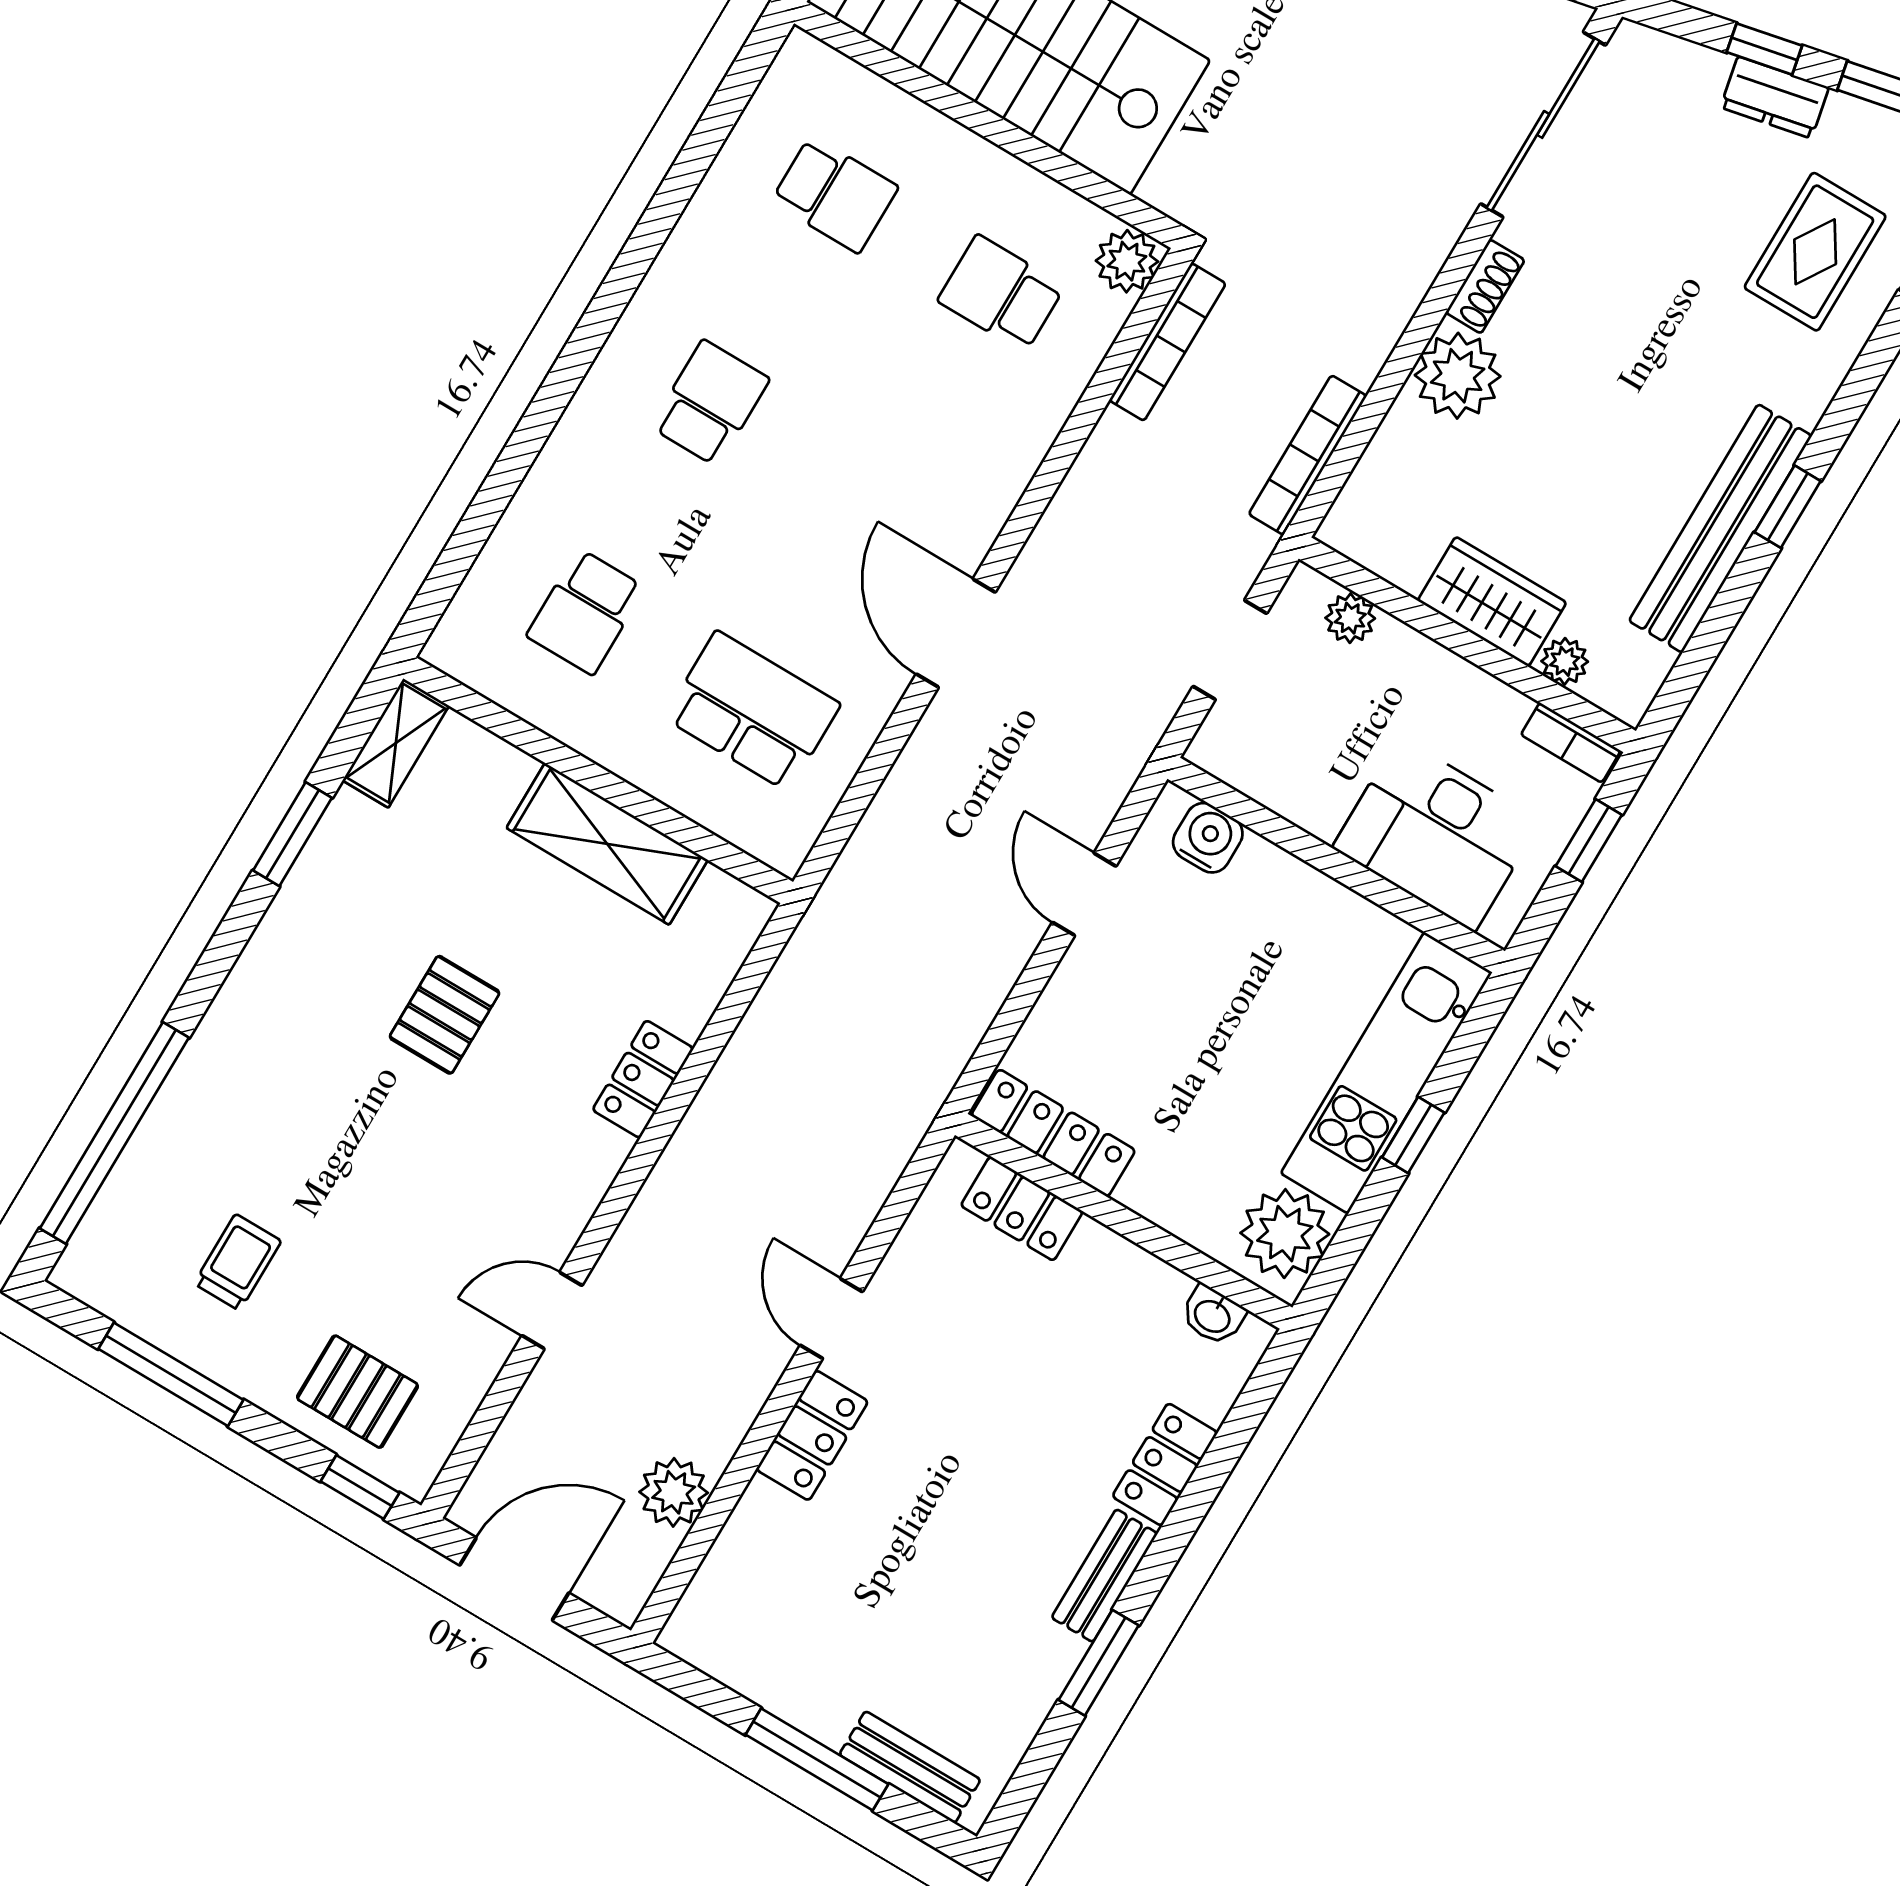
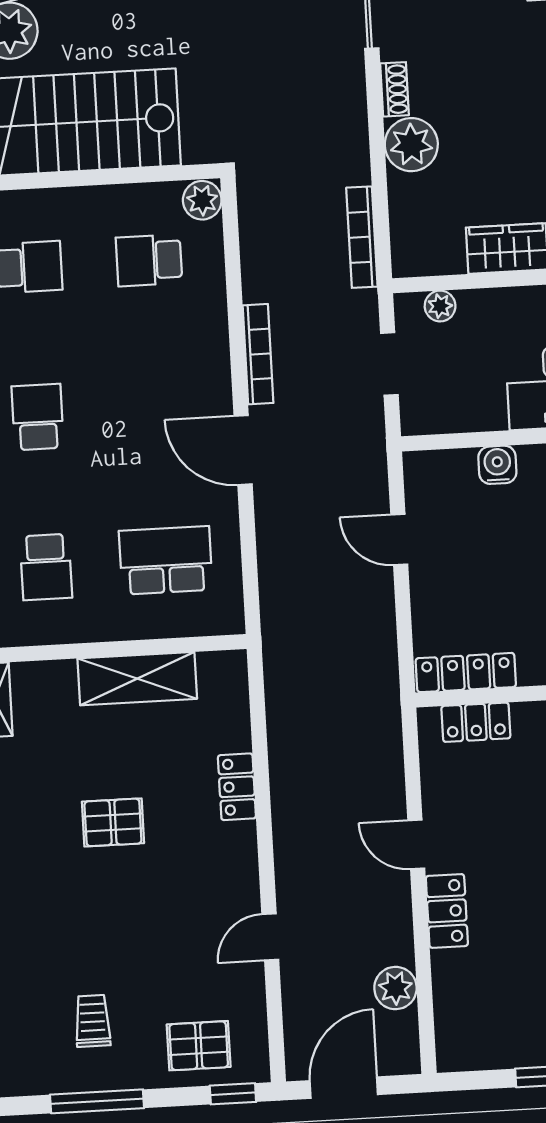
bookcase: (1167, 342) -> (258, 354), moved
water cooler: (1208, 838) -> (497, 465), moved
pallet: (445, 1015) -> (113, 822), turned 90

